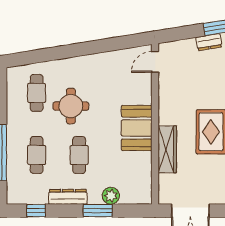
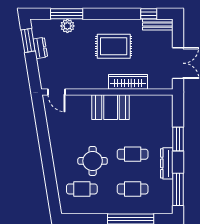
plant: (111, 196) -> (166, 128), removed
window: (36, 211) -> (178, 189), width x2.17

